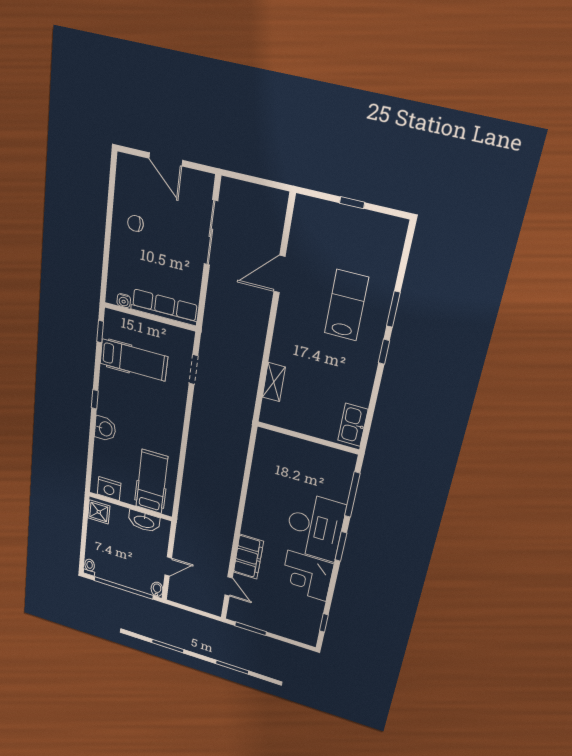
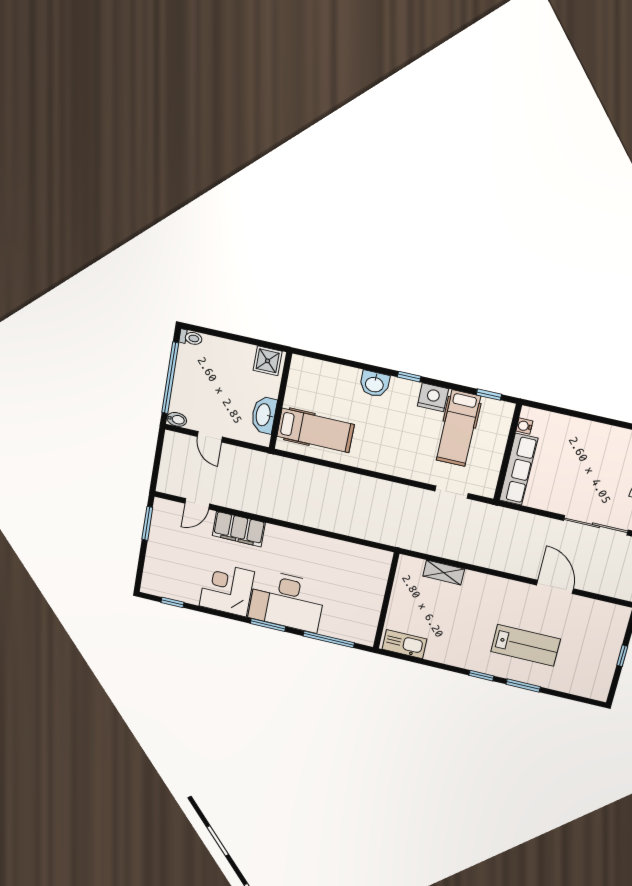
chair: (136, 223) -> (606, 450), removed
nightstand: (109, 489) -> (433, 397), moved, turned 90

